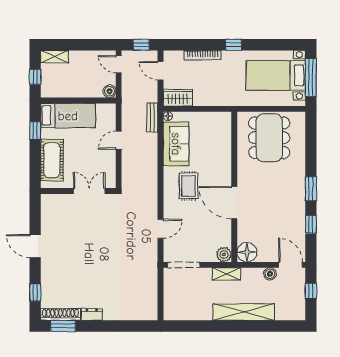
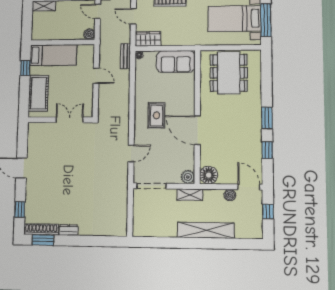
window: (35, 77) -> (27, 23), removed
door: (119, 140) -> (96, 76), swing flipped
sofa: (176, 144) -> (176, 61), moved, turned 90

